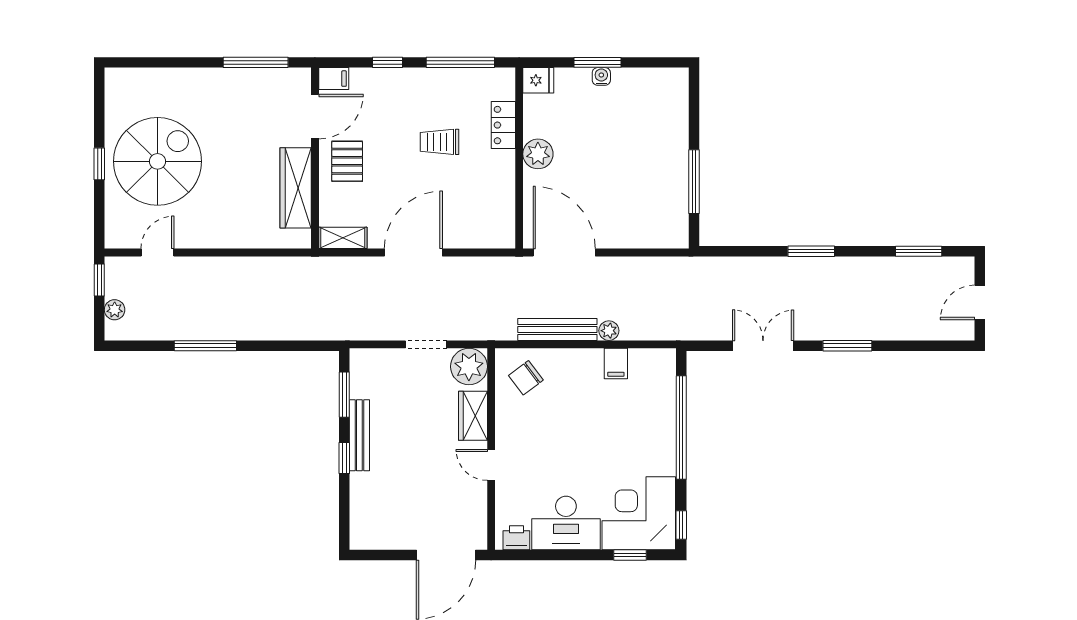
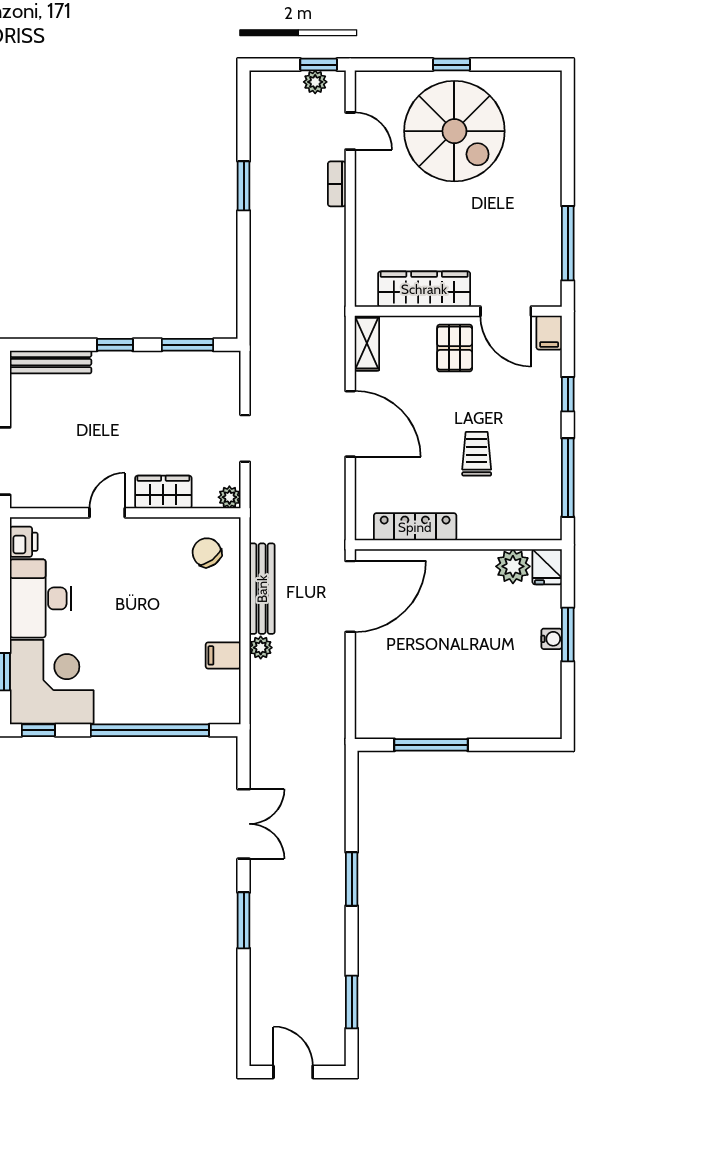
locker: (503, 125) -> (415, 527), moved, width x1.53
plant: (538, 154) -> (513, 566), moved
pallet: (347, 161) -> (455, 348), turned 90
bookcase: (204, 264) -> (337, 184), added
plant: (115, 310) -> (315, 82), moved
window: (205, 346) -> (244, 186), width x0.69
plant: (469, 367) -> (229, 497), width x0.53, depth x0.53
bench: (359, 435) -> (51, 362), moved

